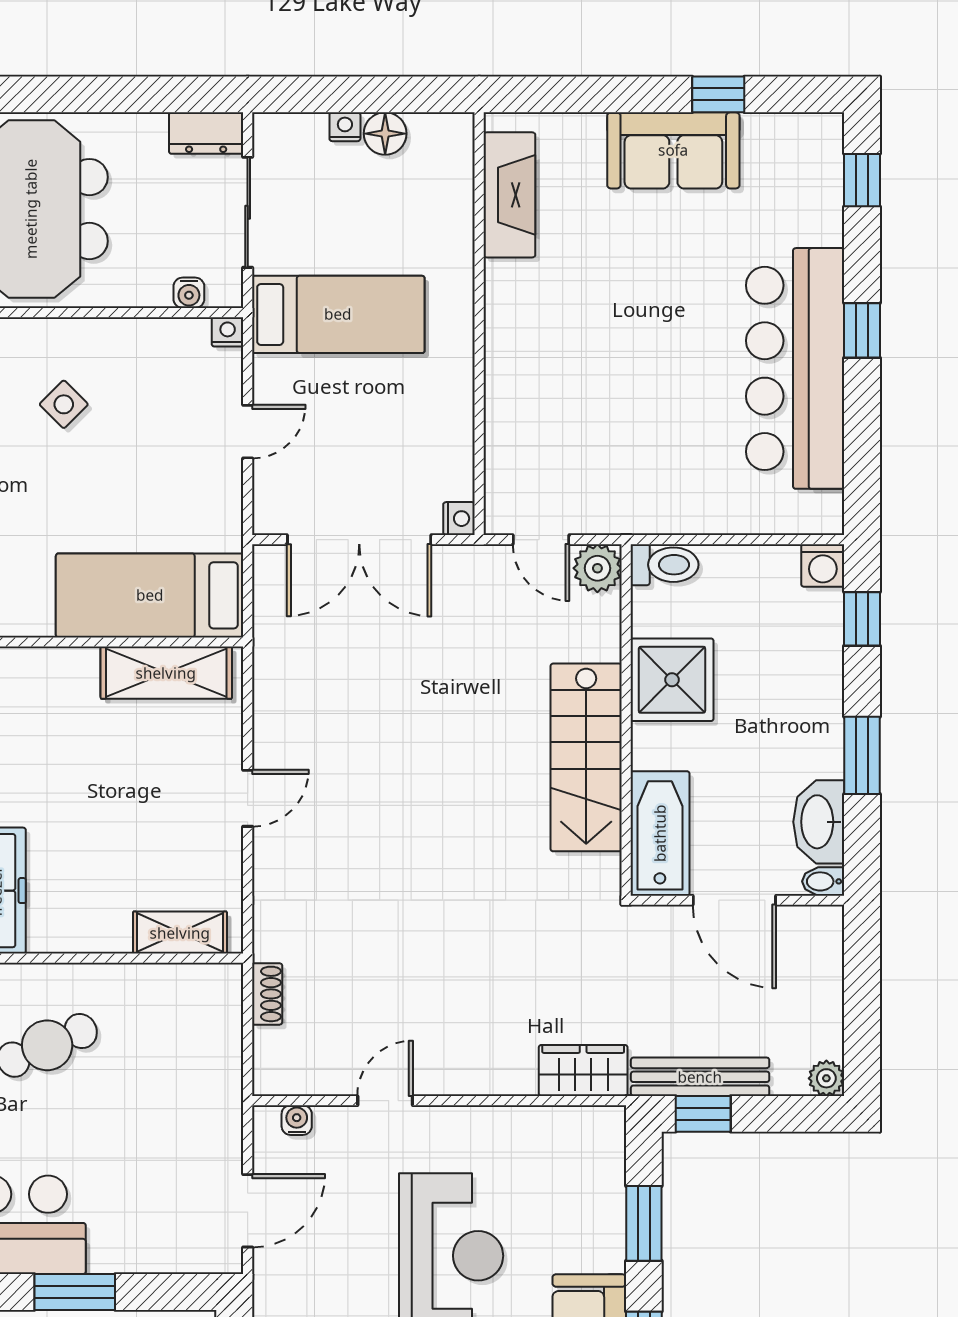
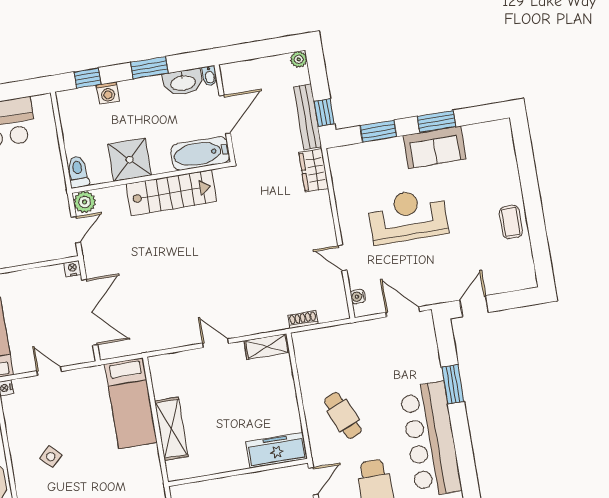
washing machine: (823, 565) -> (108, 93), moved, turned 90
shelving: (166, 673) -> (171, 429), moved
shelving: (180, 933) -> (267, 347), moved, turned 90

